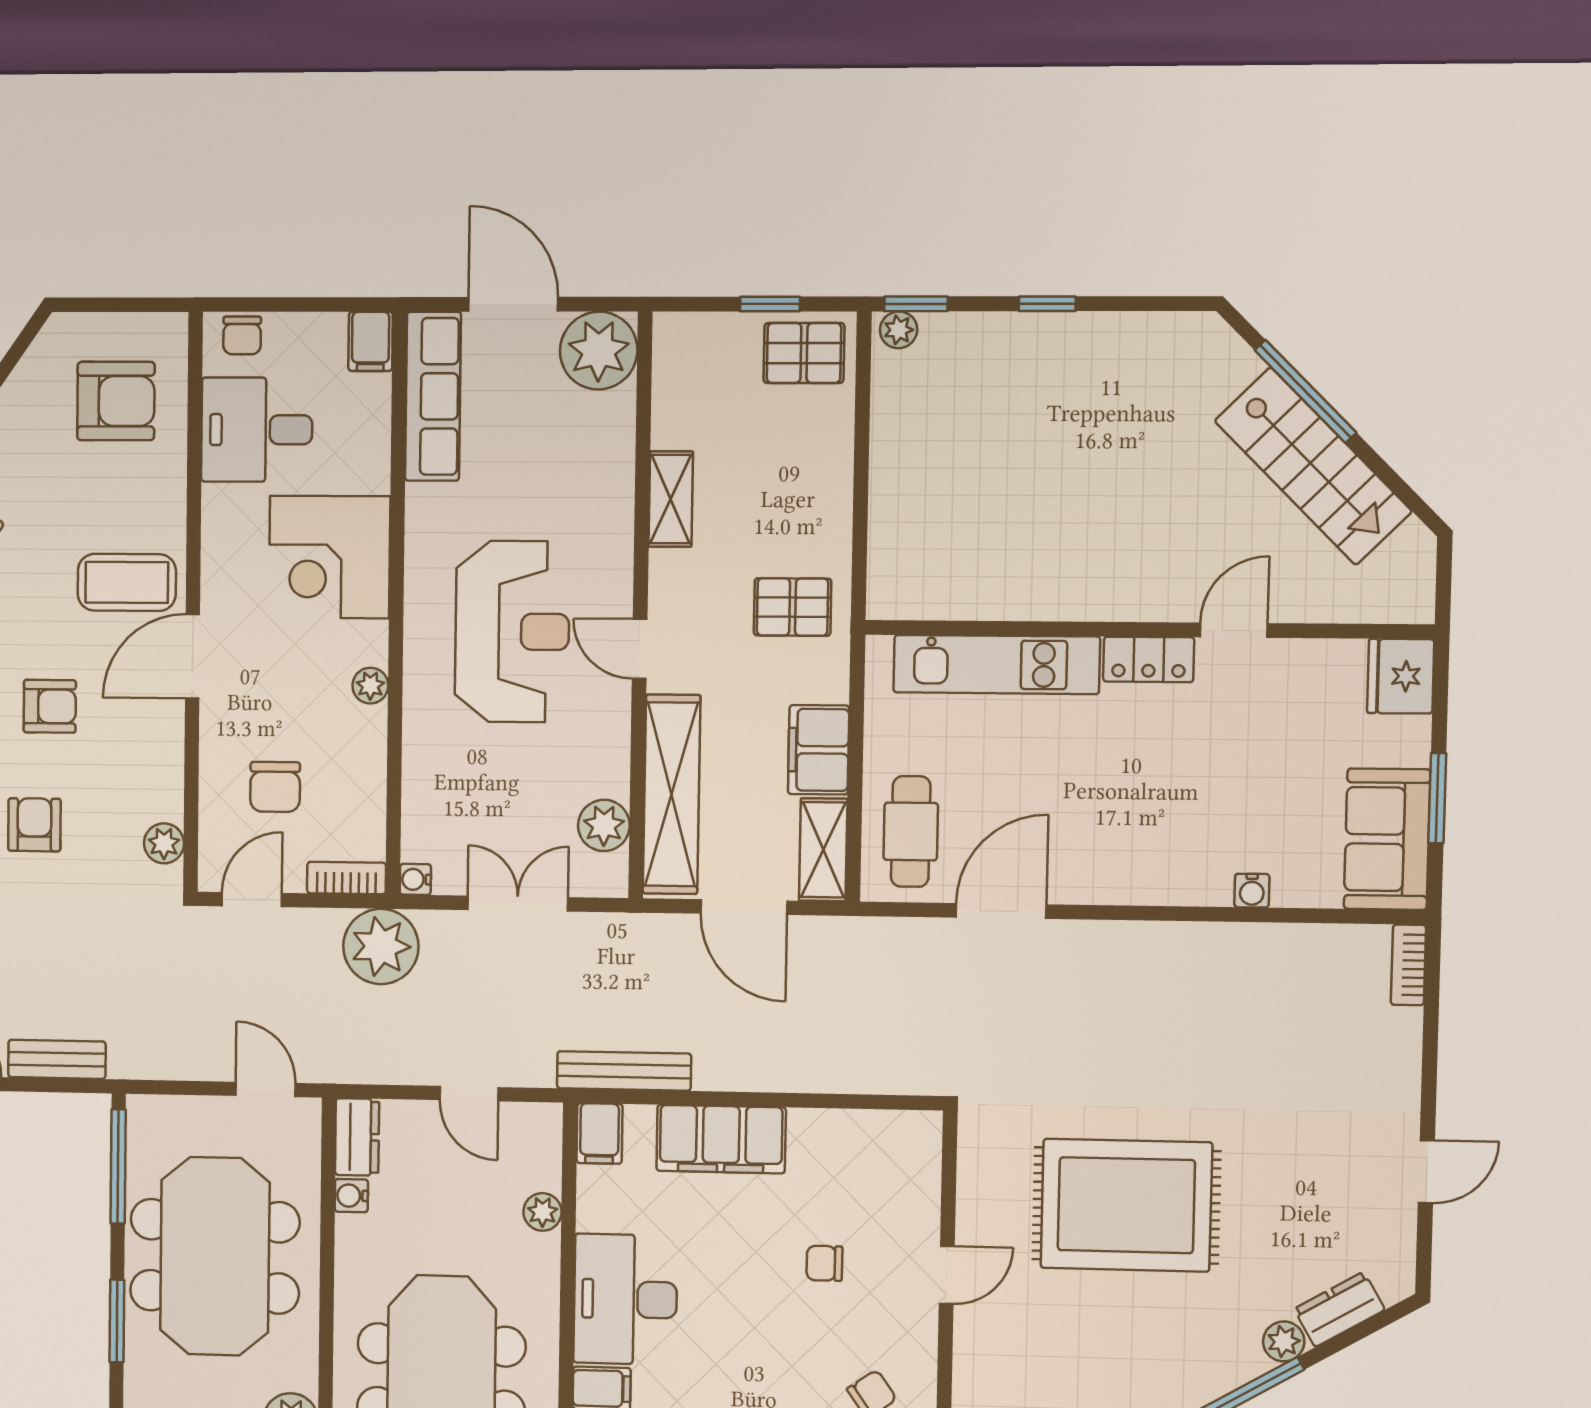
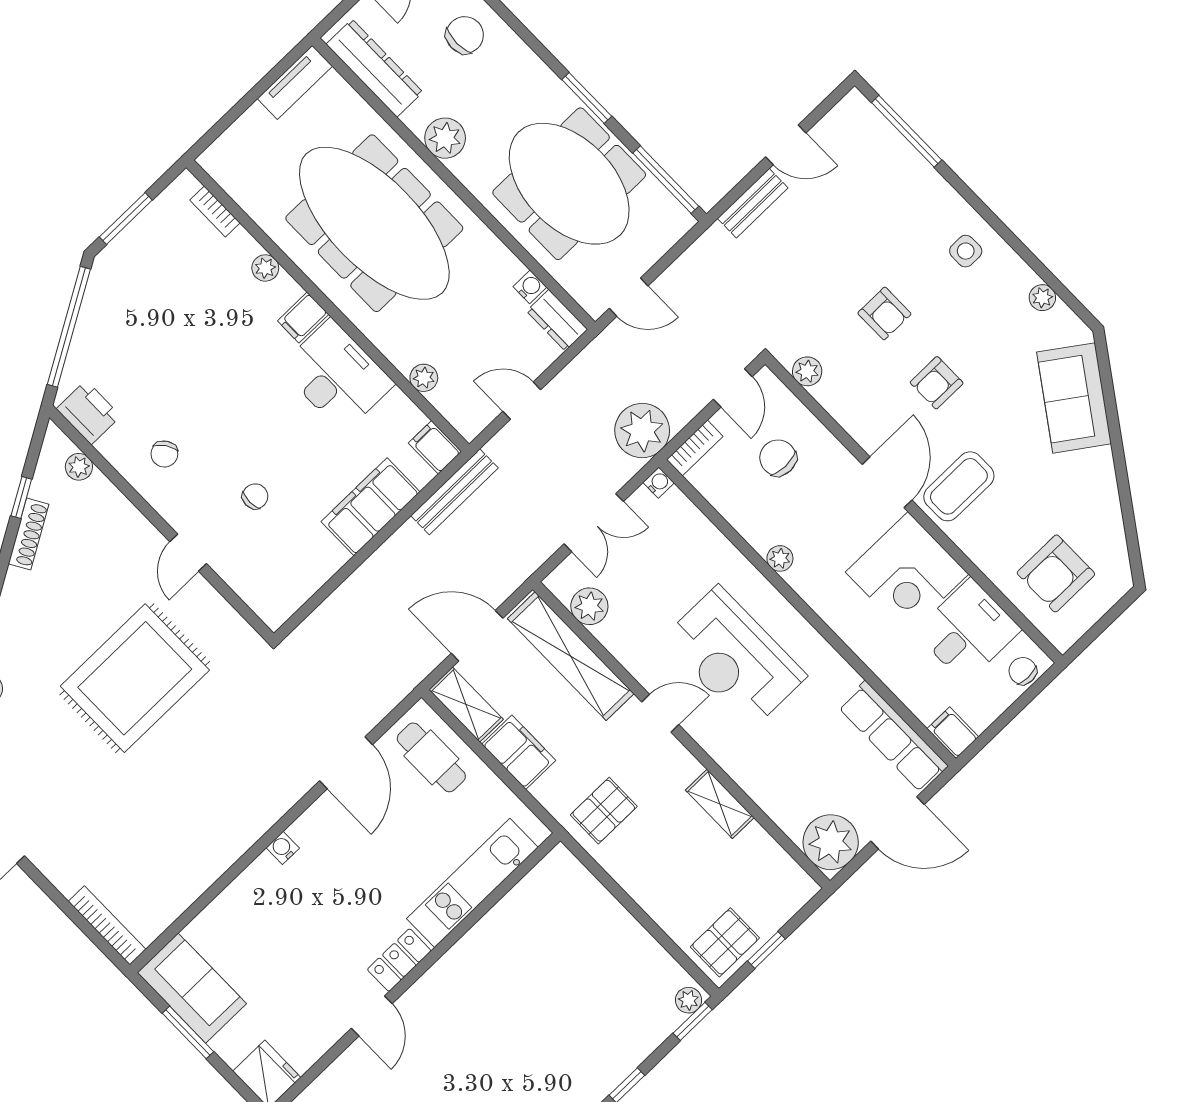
corner desk: (329, 557) -> (907, 573), moved, turned 180
water cooler: (1252, 891) -> (283, 848), moved
bookcase: (1408, 965) -> (107, 925), width x1.56

